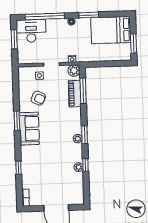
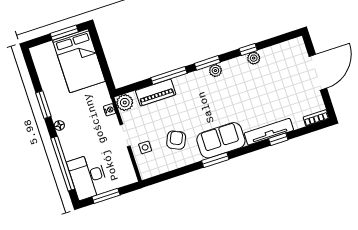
bed: (111, 30) -> (79, 61), moved
window: (83, 91) -> (169, 76), moved
tv unit: (26, 163) -> (269, 132), added

